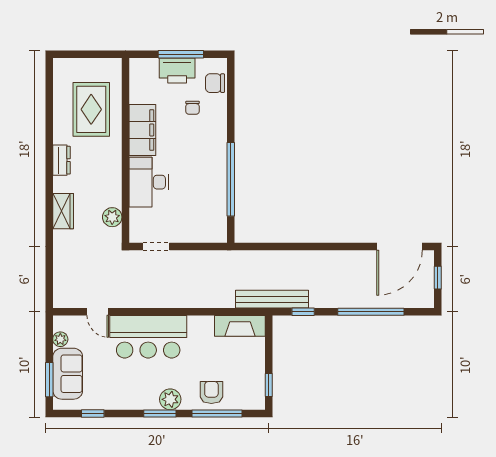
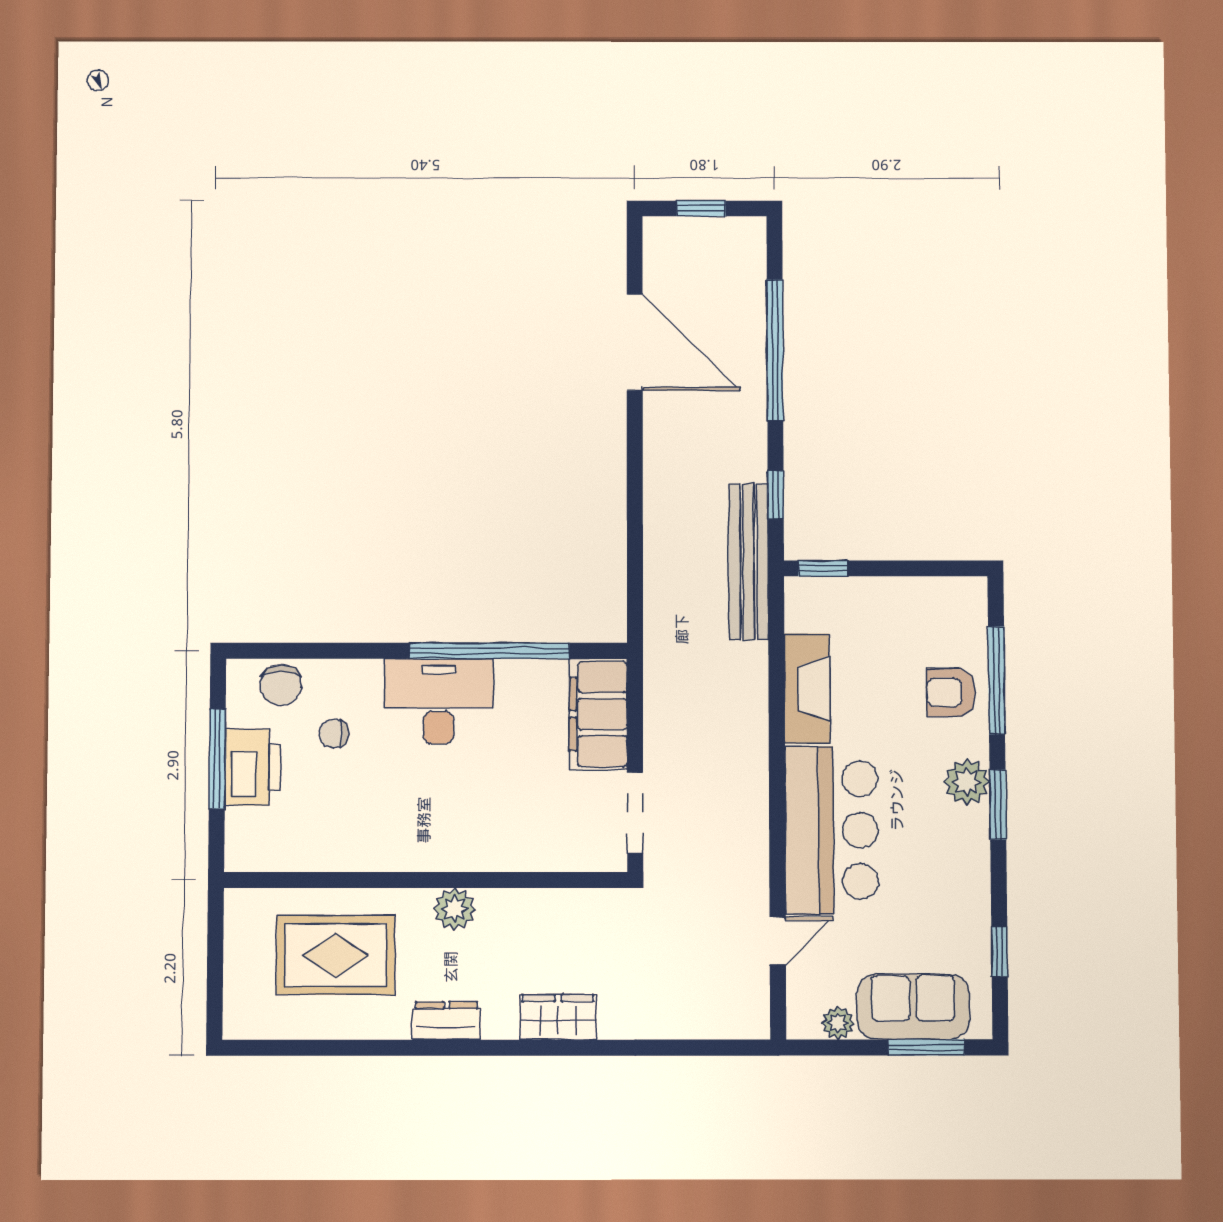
chair: (193, 108) -> (334, 734), turned 180
filing cabinet: (142, 130) -> (598, 714), moved, turned -90
desk: (149, 182) -> (439, 701), moved, turned 180
plant: (112, 217) -> (455, 909), moved
doorway: (156, 247) -> (635, 813), width x1.38
door: (400, 247) -> (635, 342), moved
fireplace: (240, 326) -> (807, 688), moved
window: (269, 385) -> (823, 568), moved

